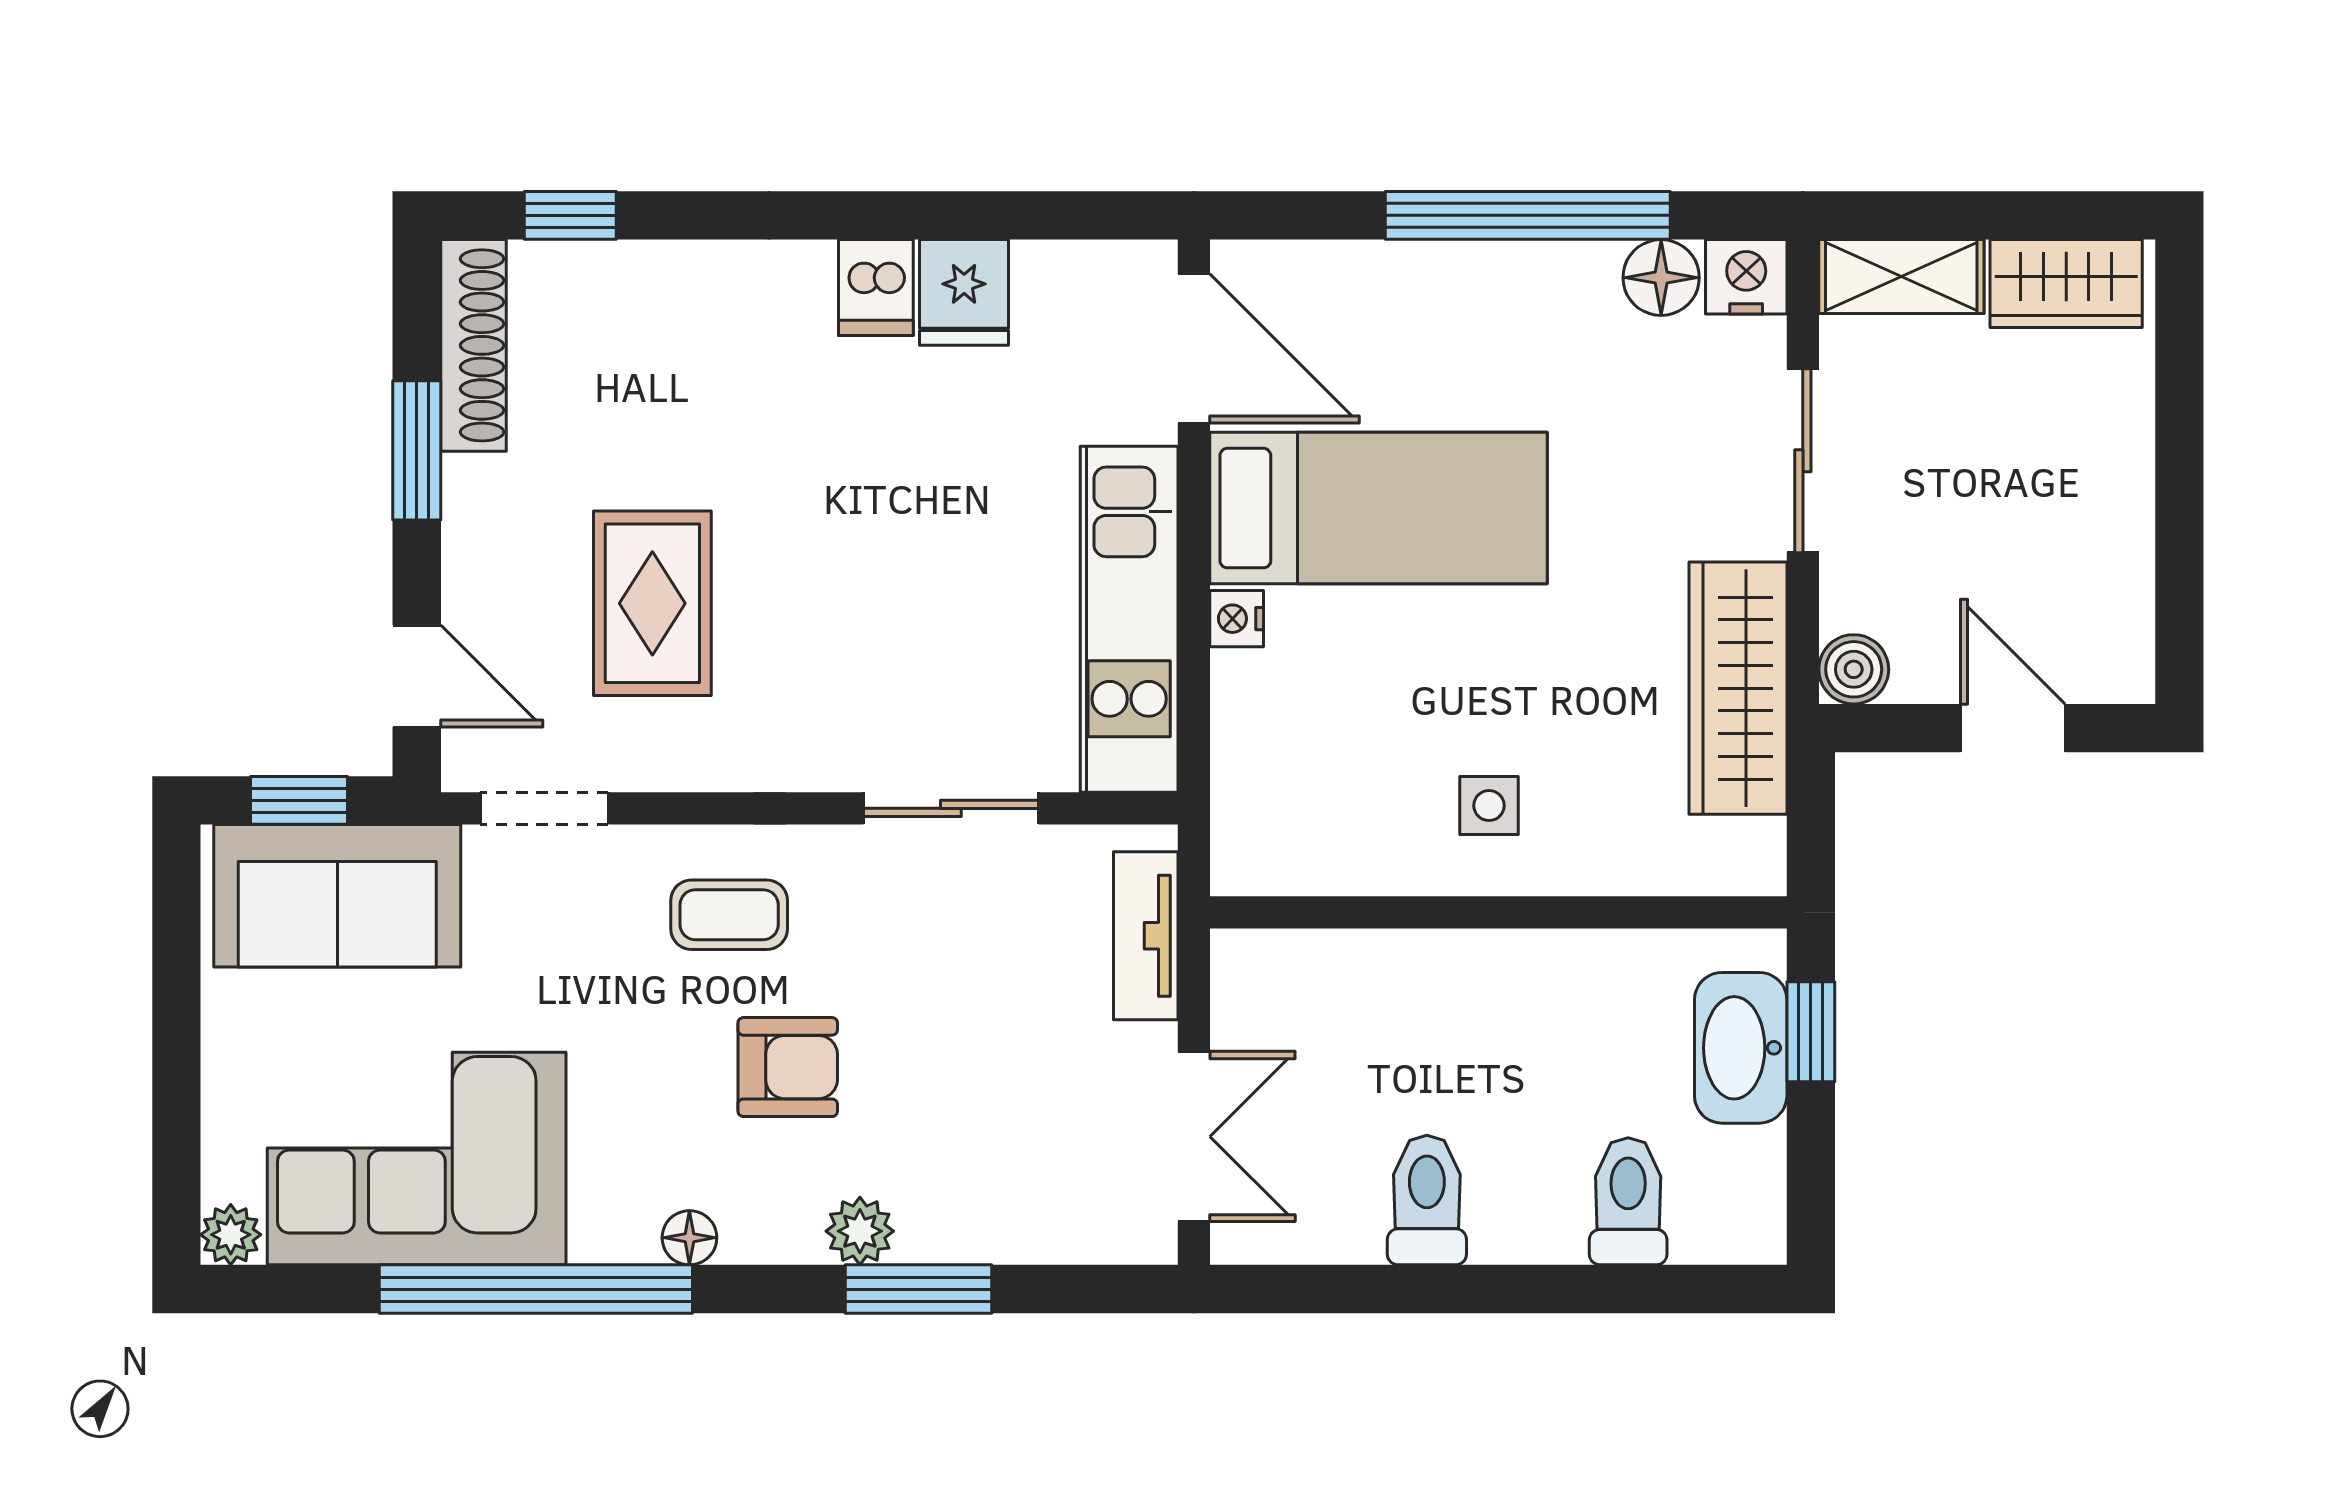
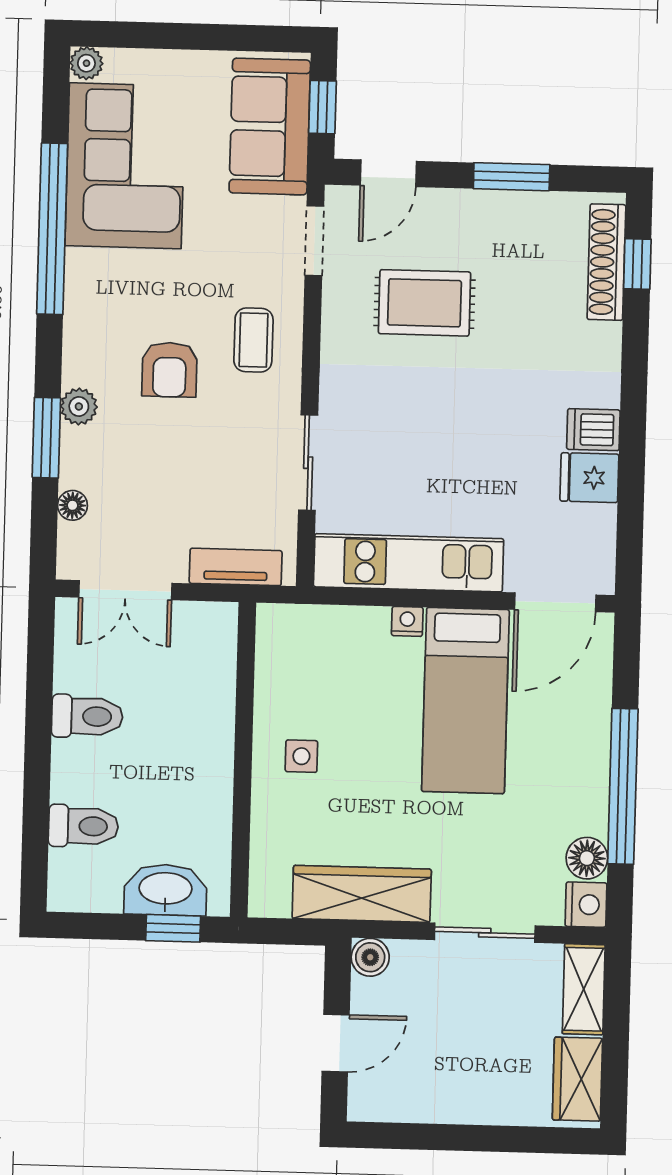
shoe rack: (474, 345) -> (606, 262), moved, turned 90
floor lamp: (689, 1238) -> (72, 505), moved

